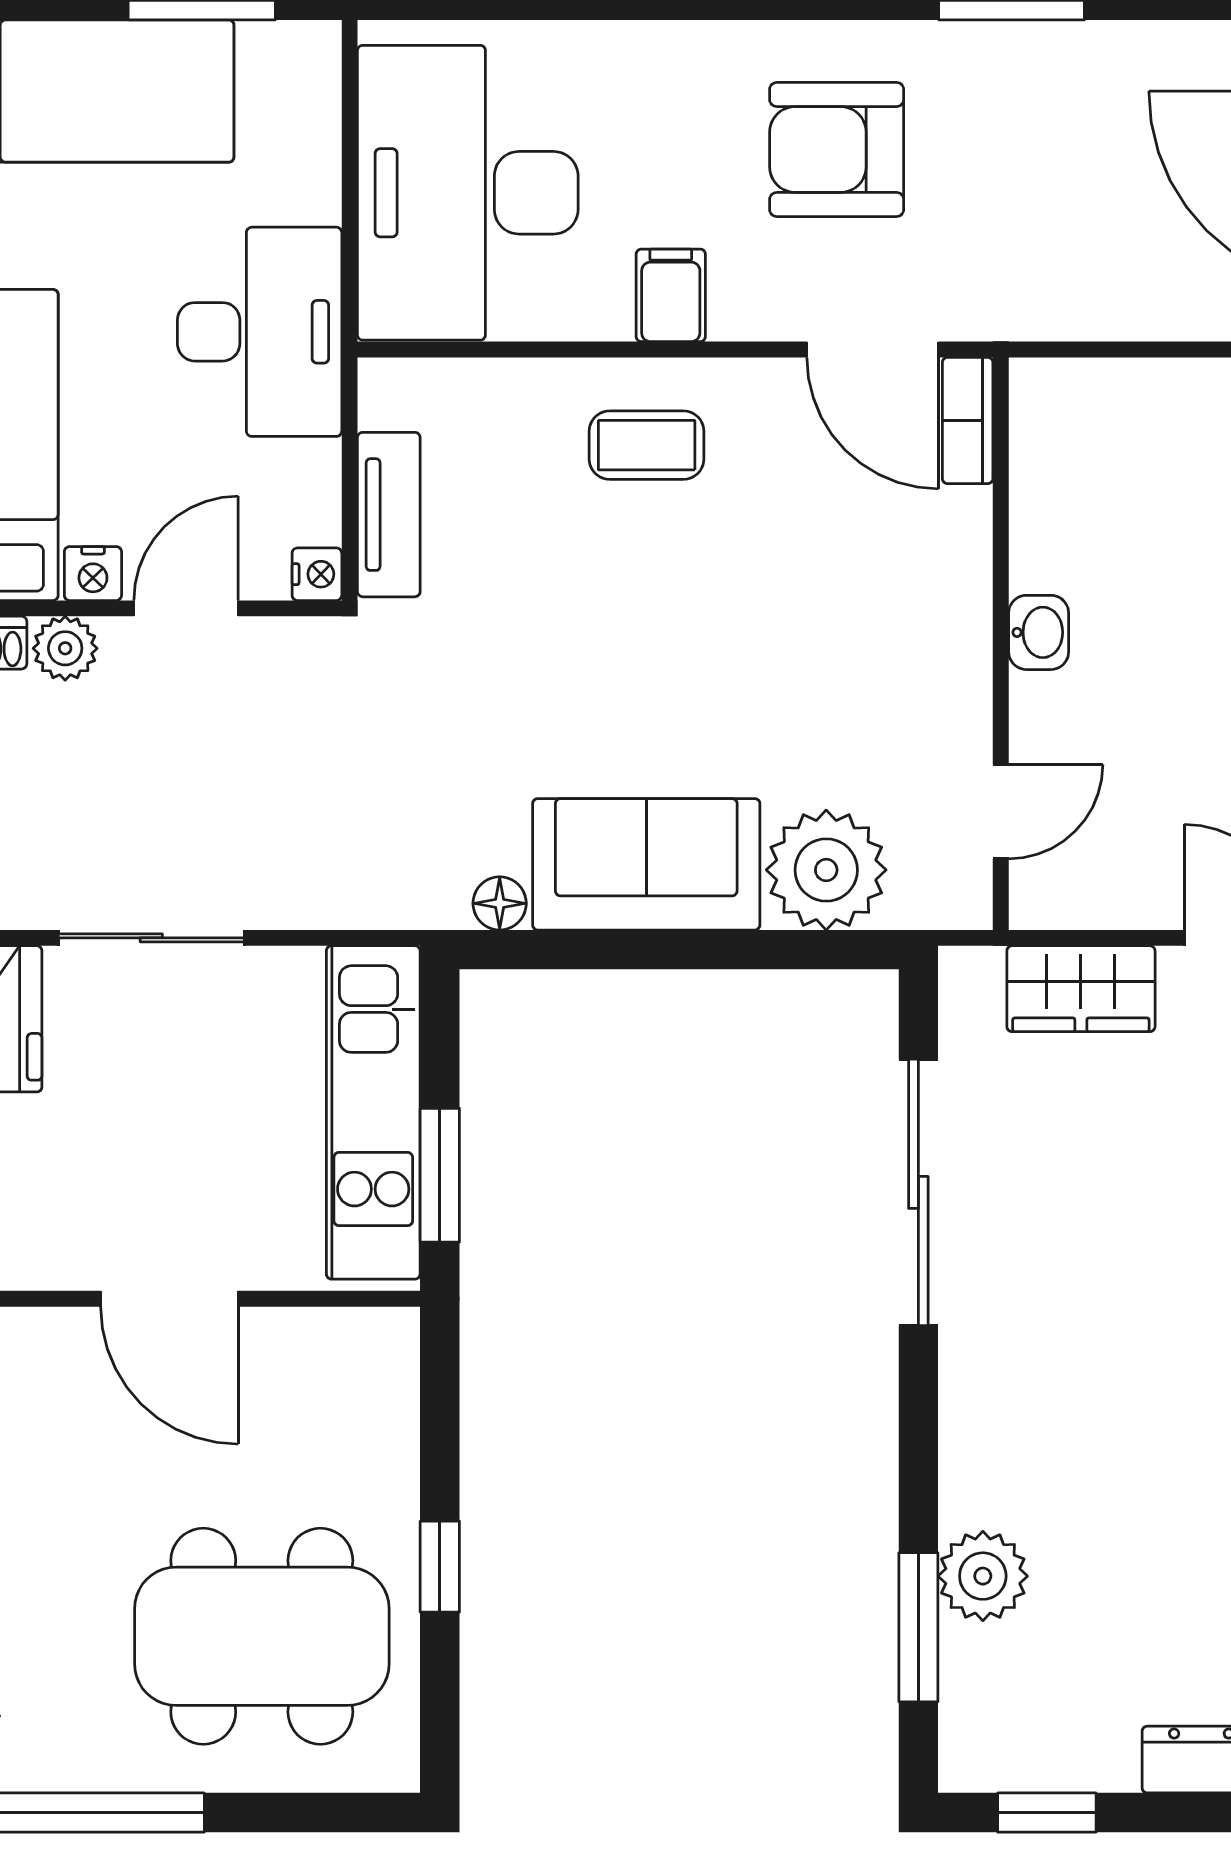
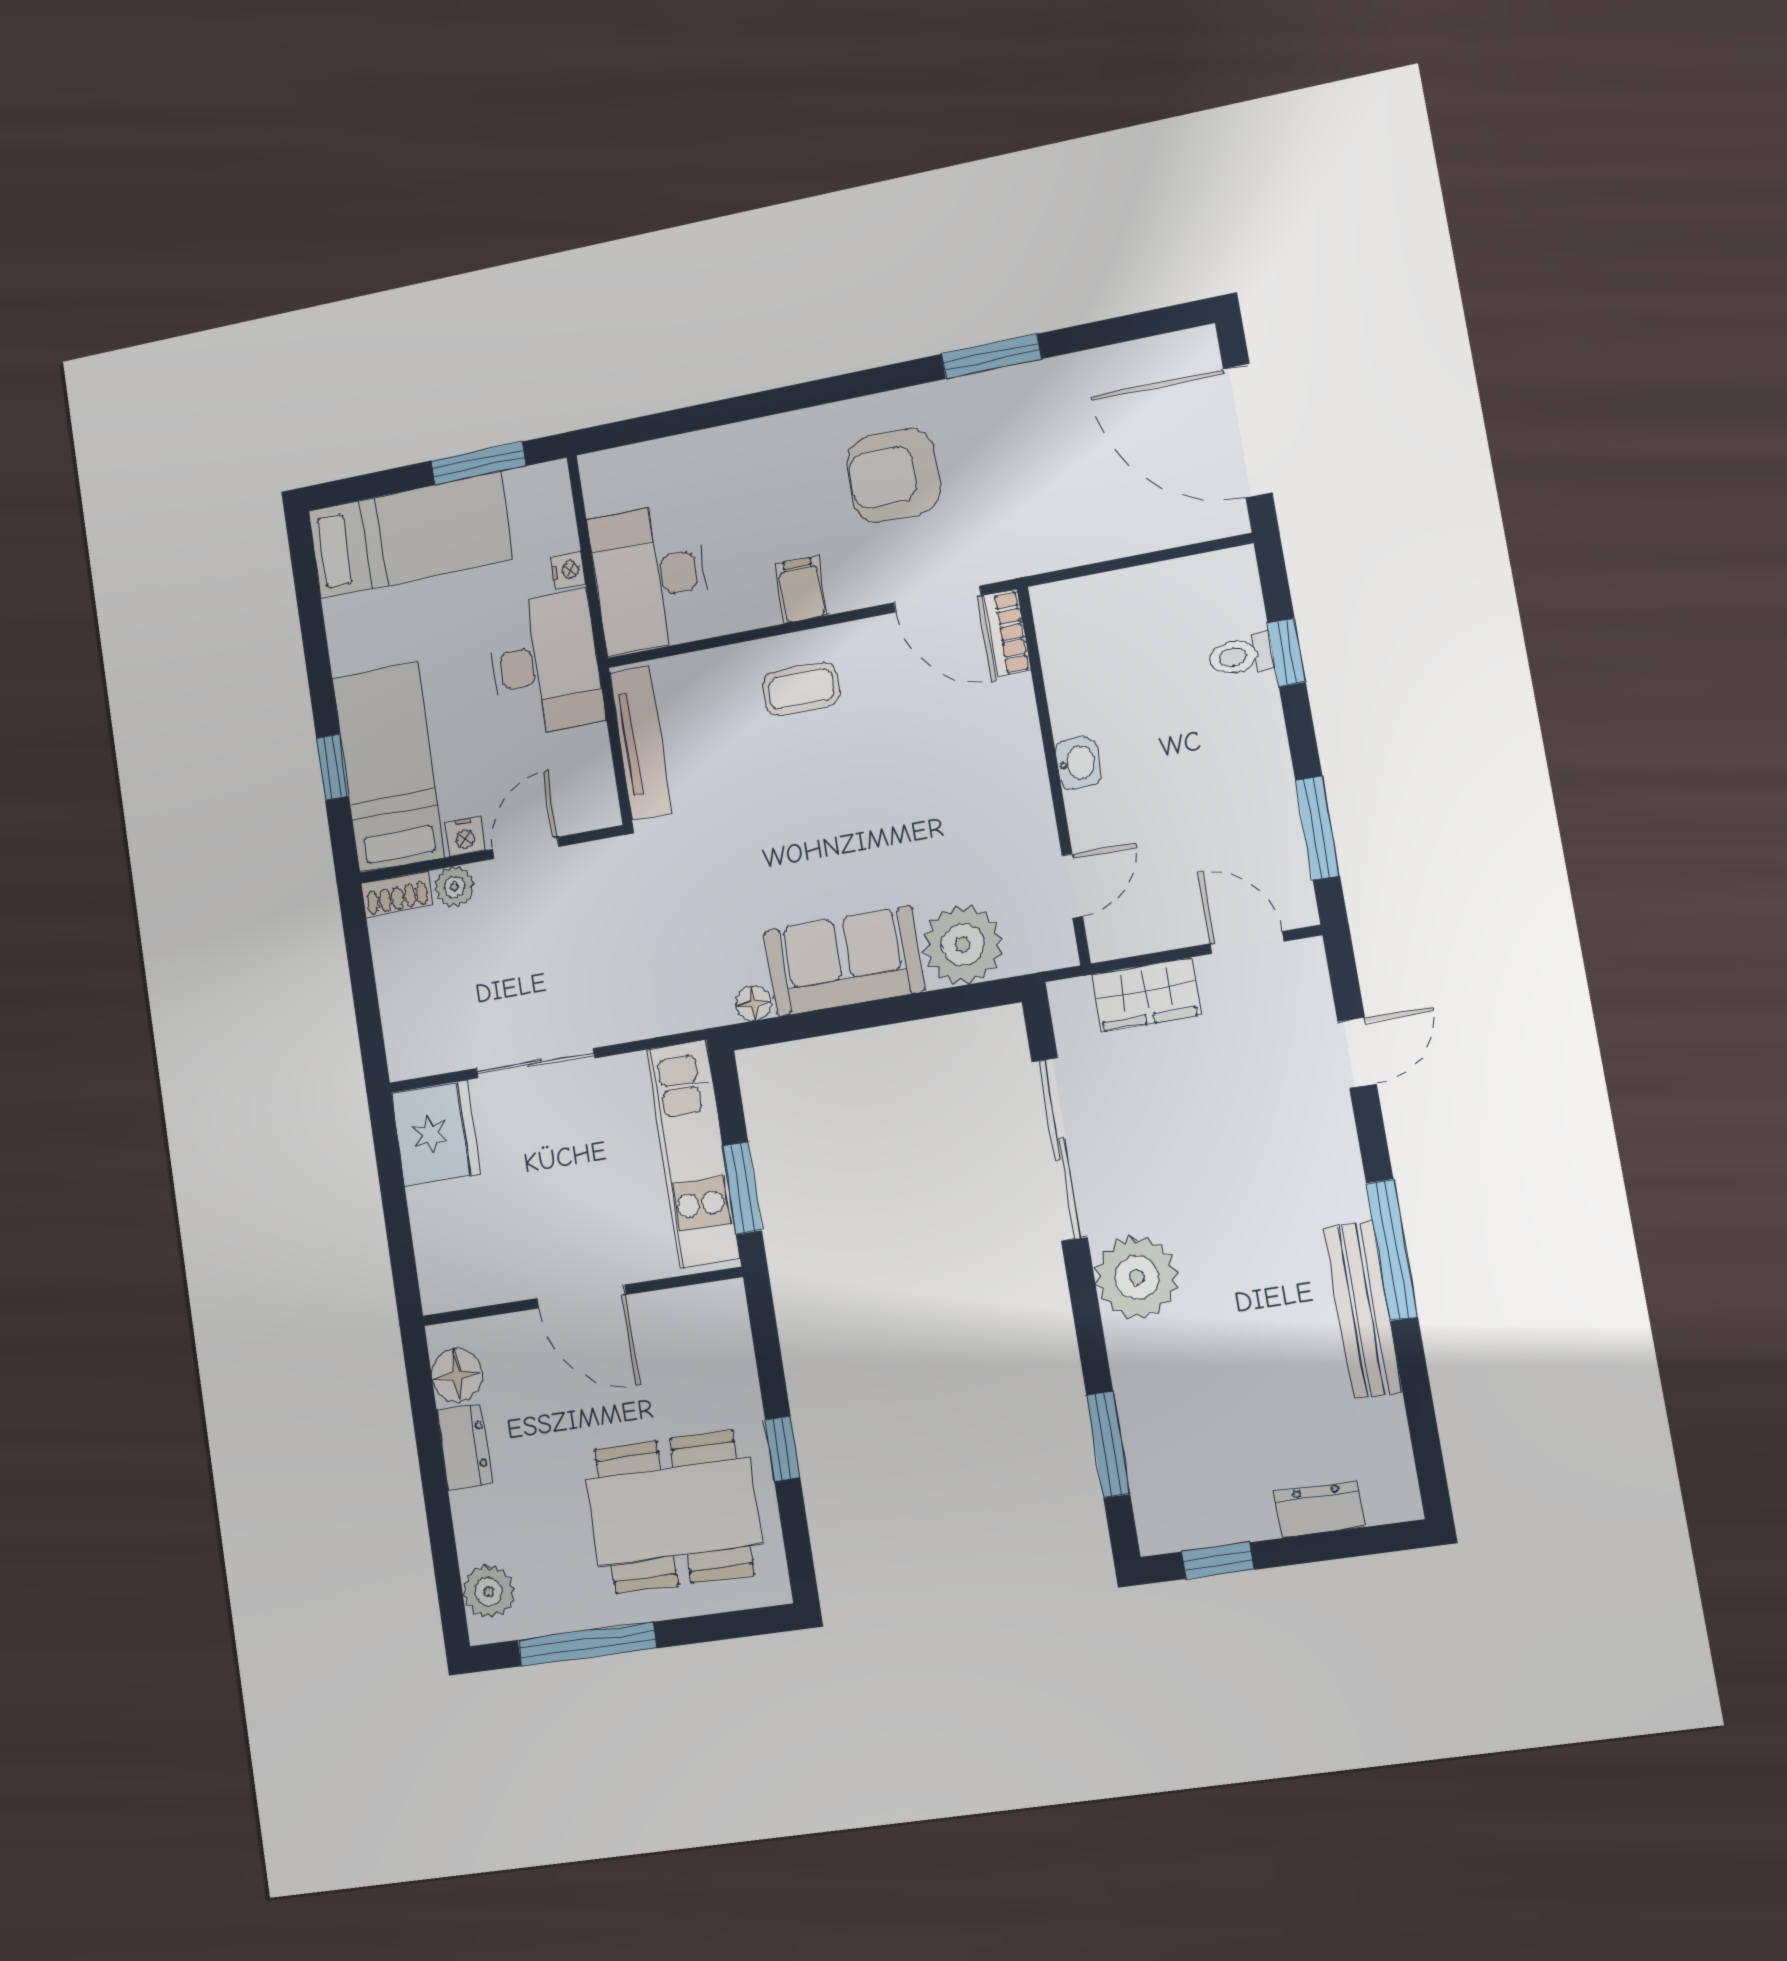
desk: (468, 193) -> (650, 578), width x0.73, depth x0.77
tv unit: (389, 515) -> (641, 743), width x1.41
nightstand: (317, 574) -> (568, 570), moved
plant: (983, 1576) -> (1137, 1277), moved, width x1.36, depth x1.36

